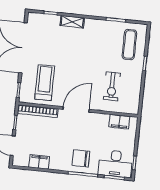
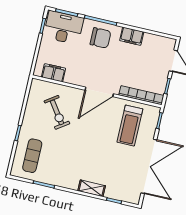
exercise bike: (112, 86) -> (57, 112), turned 145
filing cabinet: (39, 162) -> (132, 36), moved

